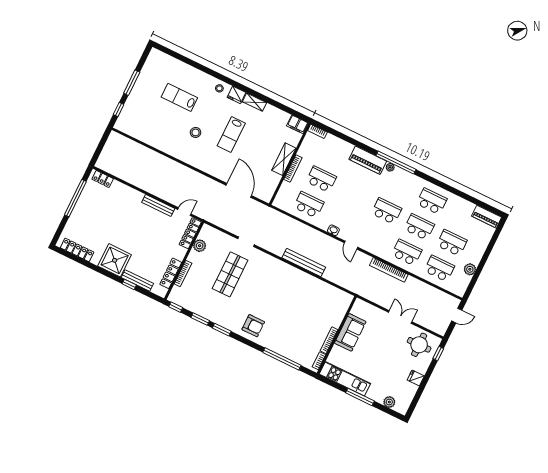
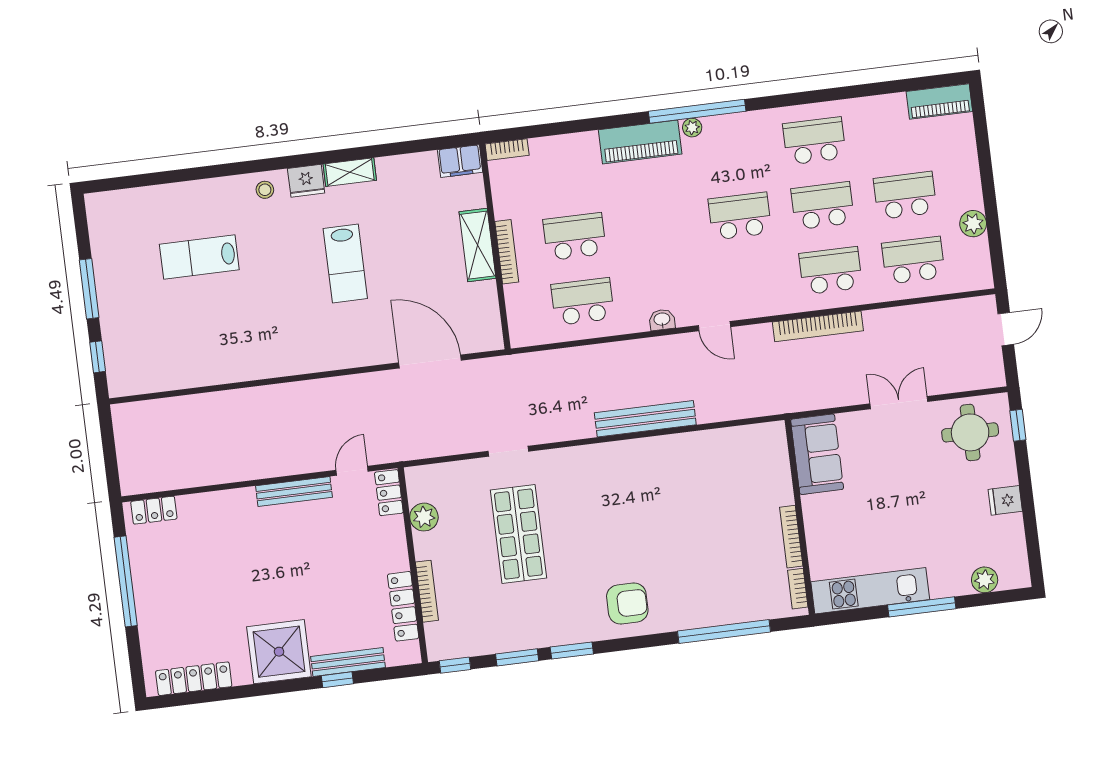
stool: (196, 132) -> (274, 304), removed
locker: (190, 233) -> (389, 493), width x0.66
sofa: (350, 332) -> (817, 454), moved

